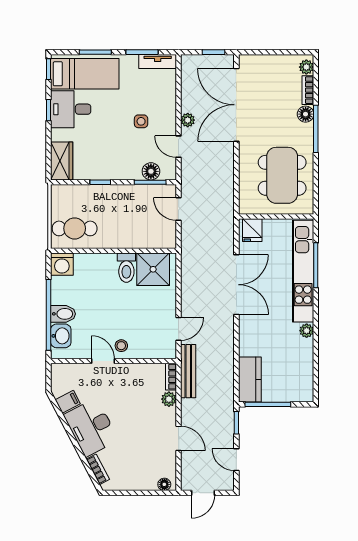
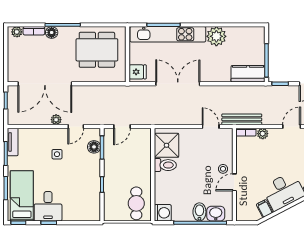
wardrobe: (62, 161) -> (86, 213), removed
plant: (307, 331) -> (216, 36), width x1.88, depth x1.88

